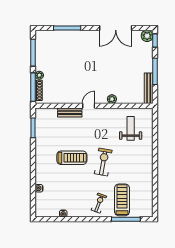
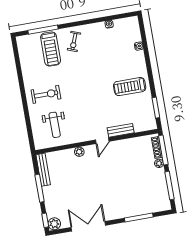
treadmill: (72, 158) -> (130, 87), moved
exercise bike: (103, 162) -> (46, 94), moved, turned -100

